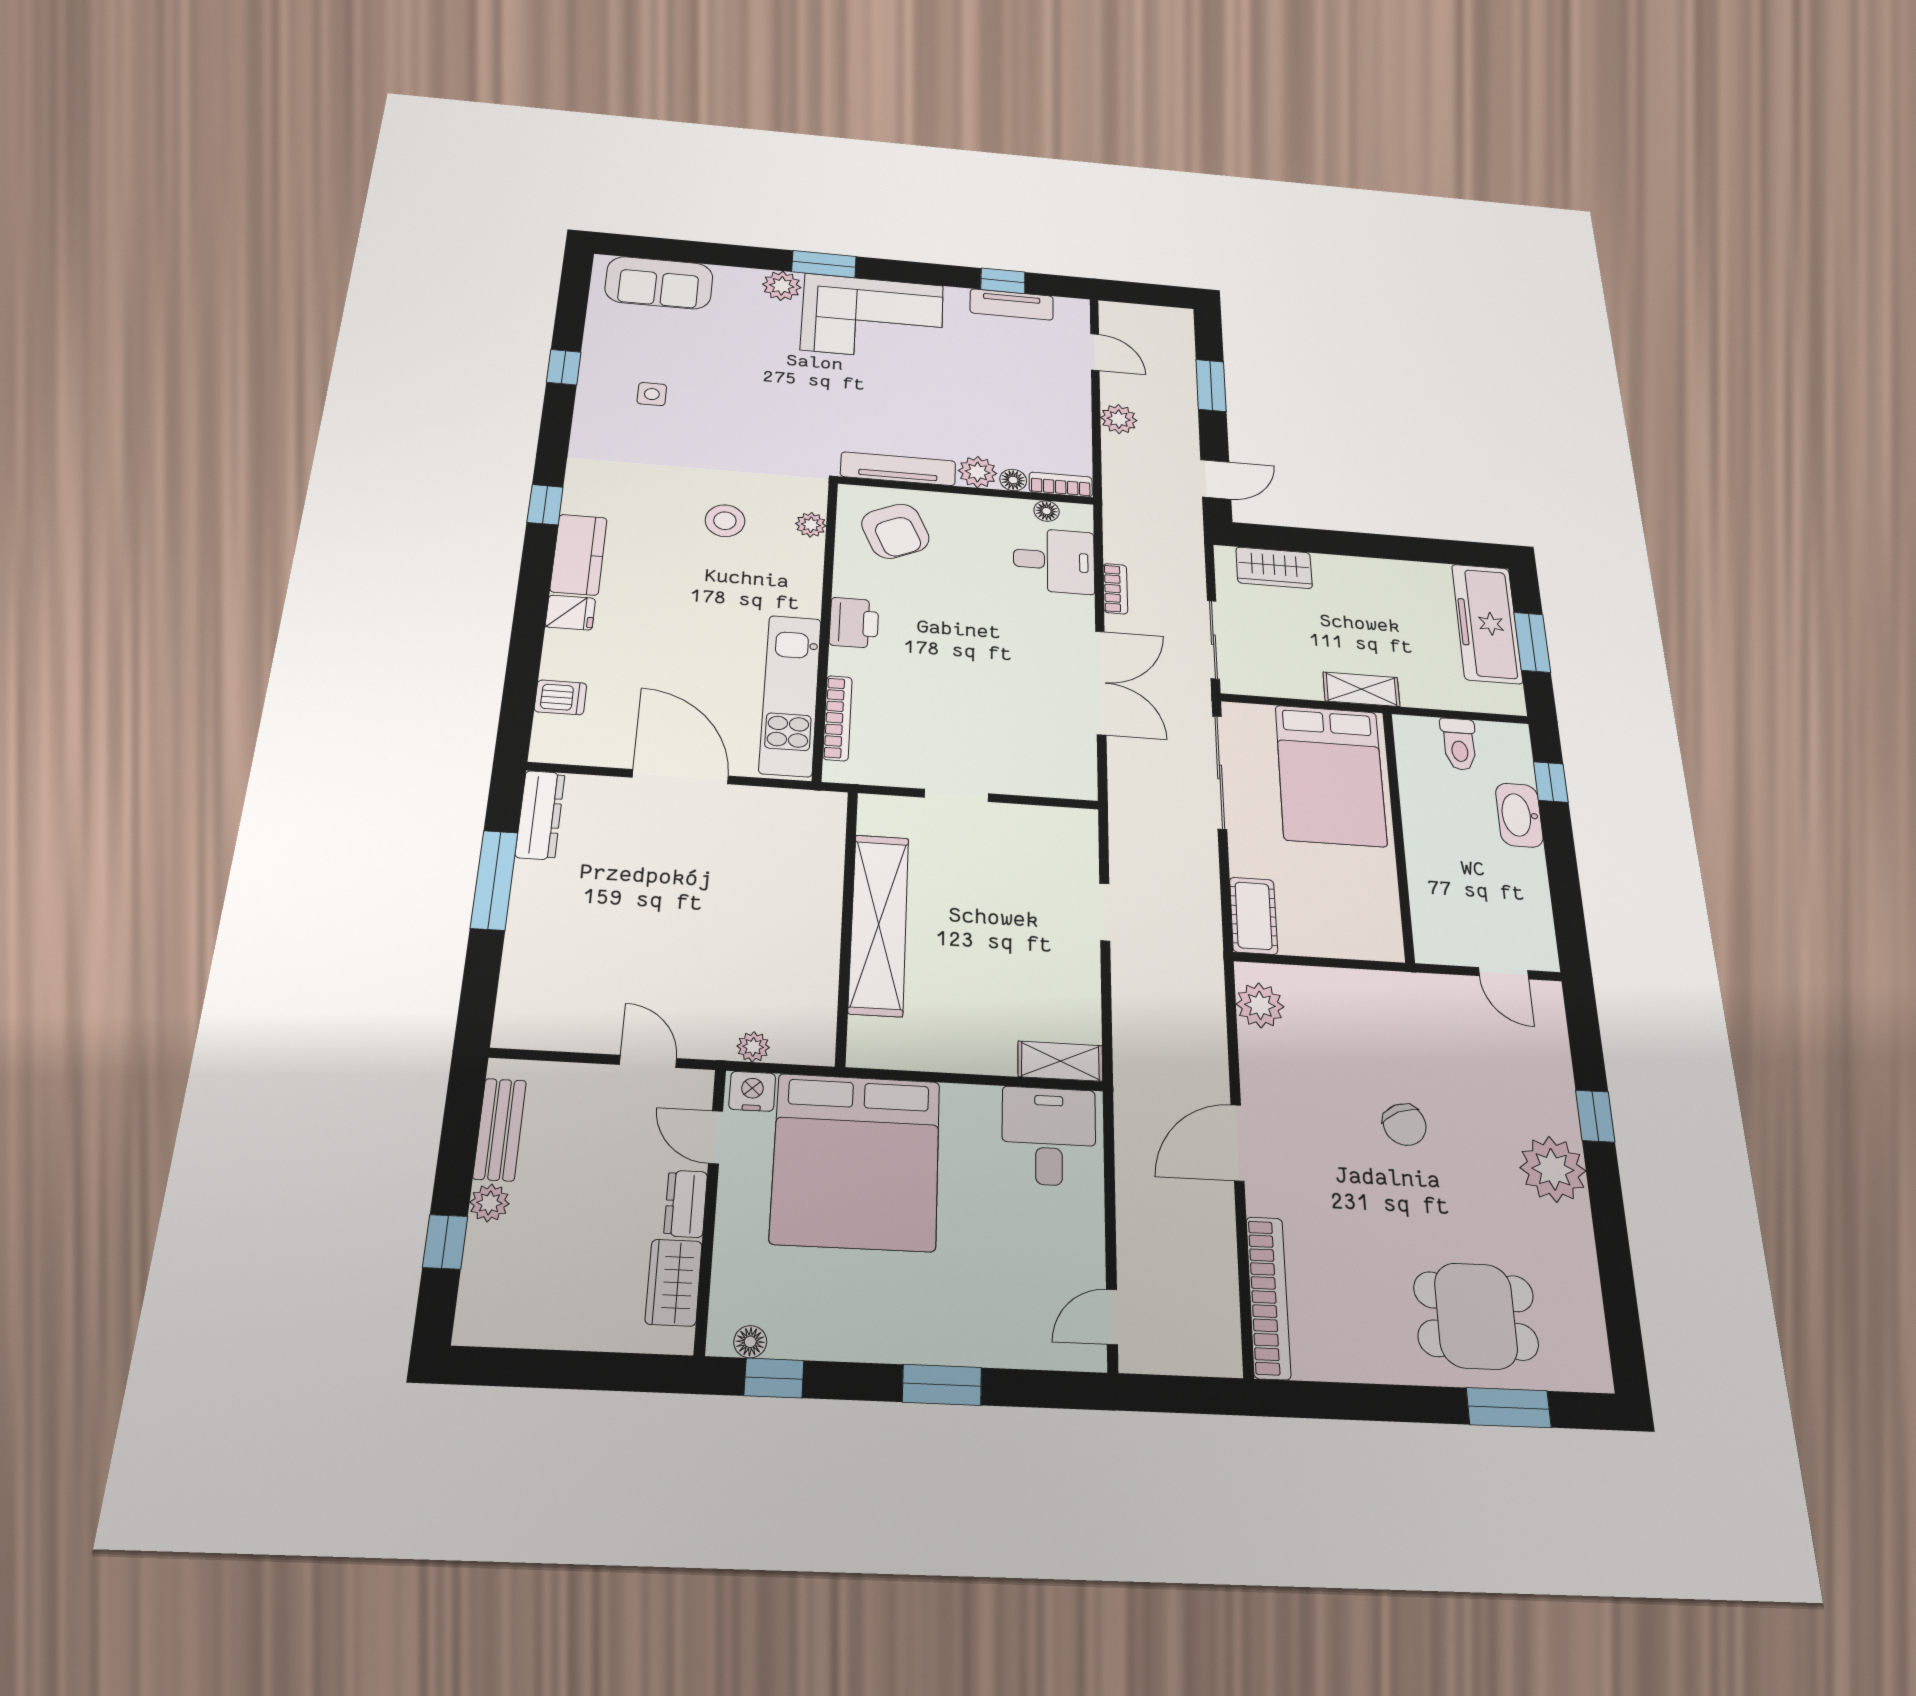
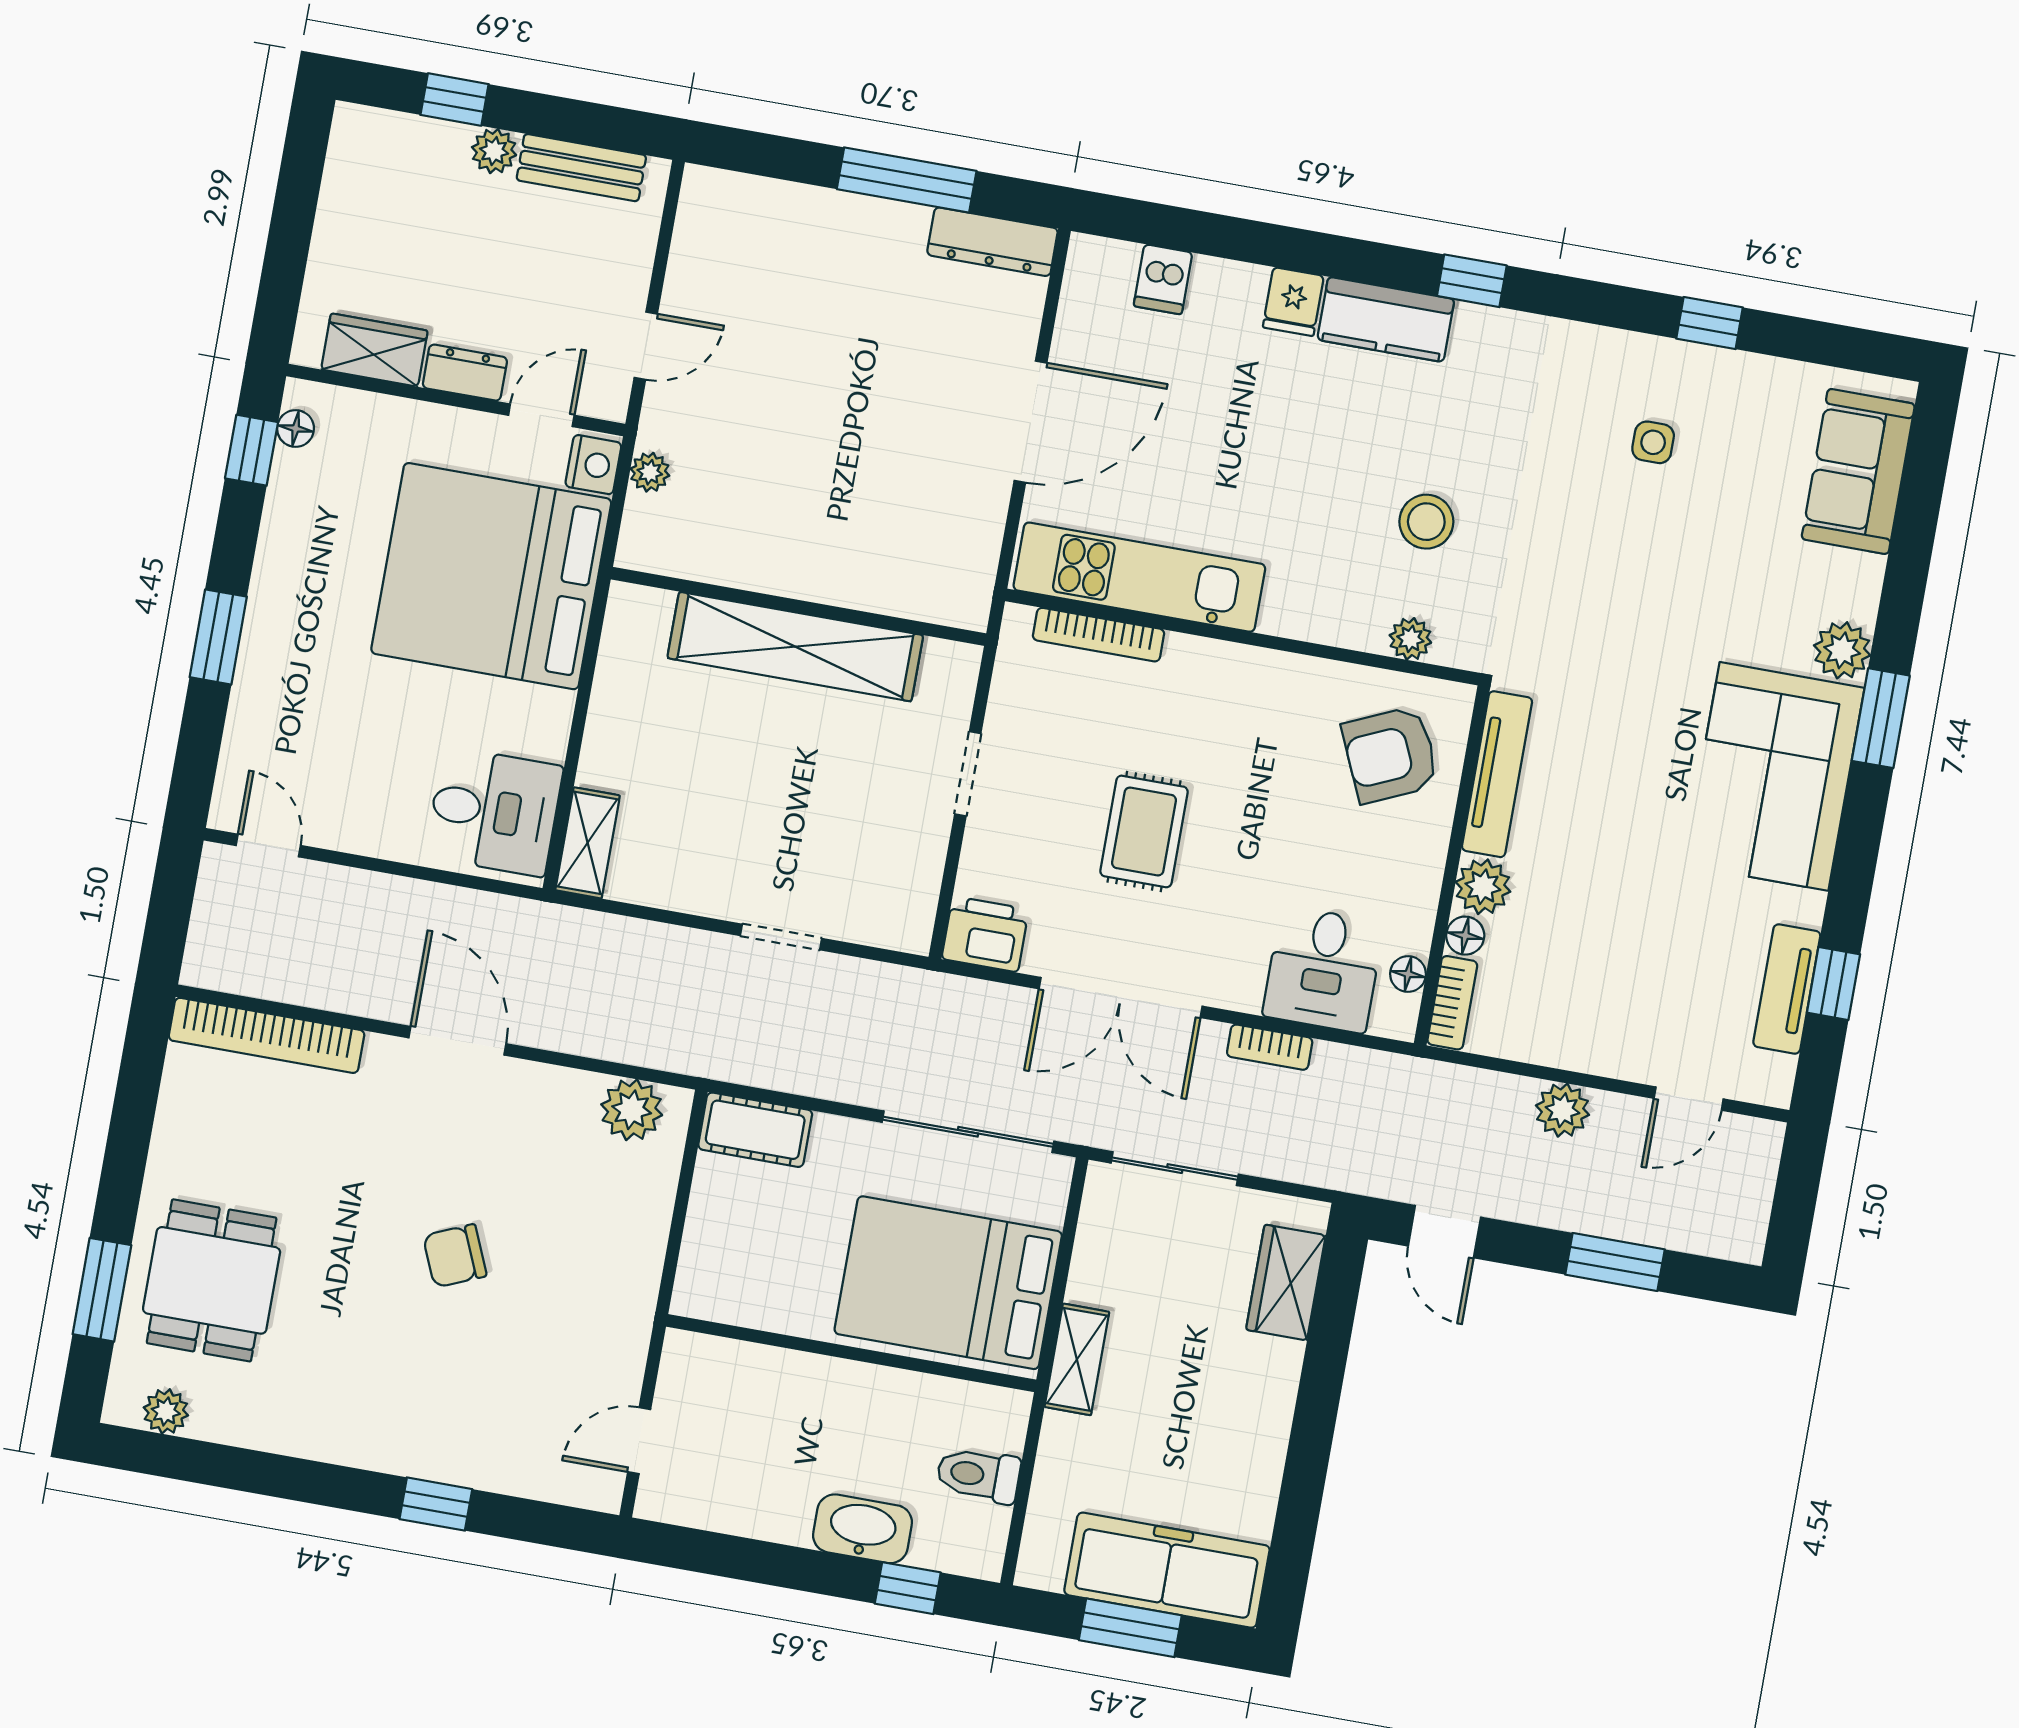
printer: (854, 623) -> (985, 934), moved, turned 180
rug: (978, 677) -> (1144, 831), added
plant: (1553, 1169) -> (166, 1411), moved, width x0.53, depth x0.53

